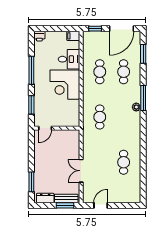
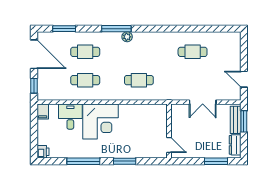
door: (45, 128) -> (169, 145), moved
wall: (57, 128) -> (169, 131), moved

